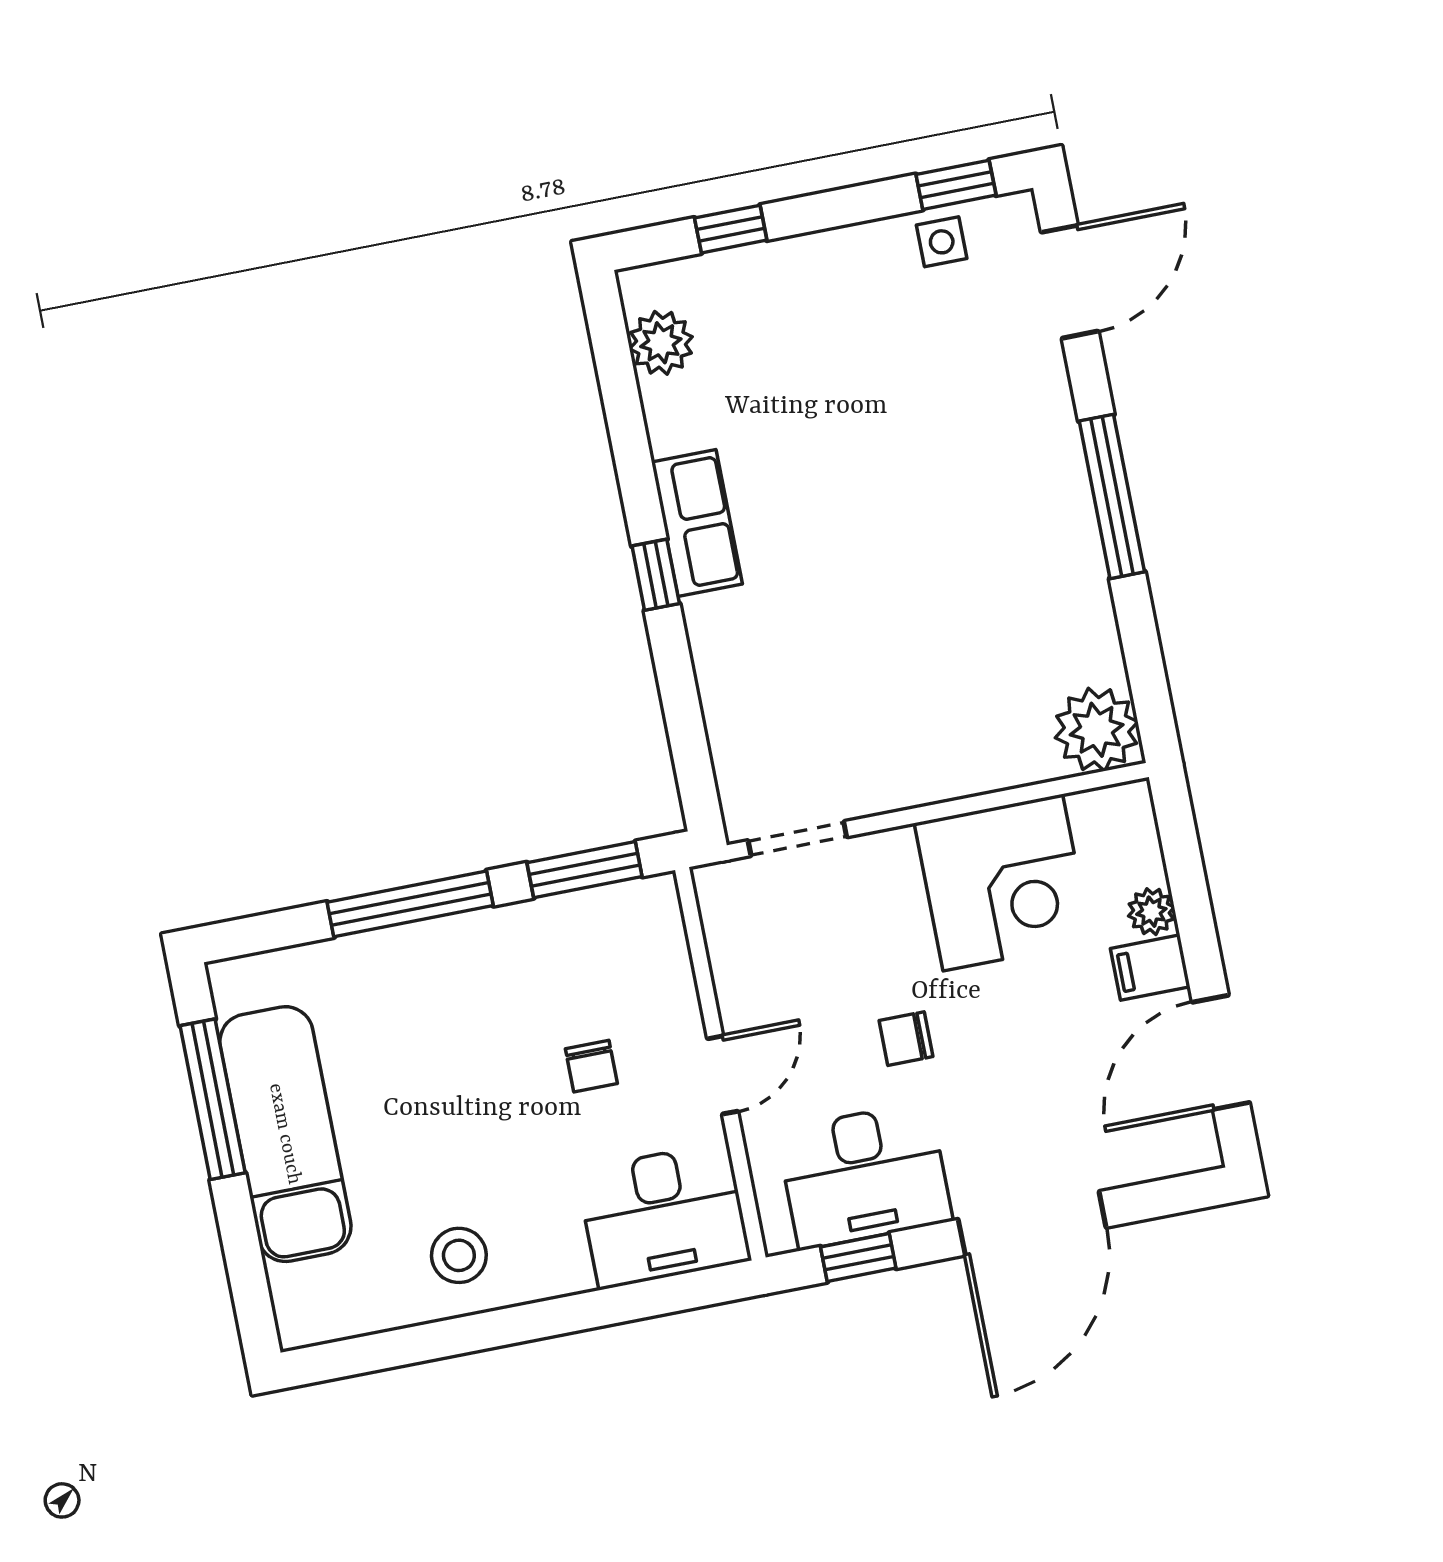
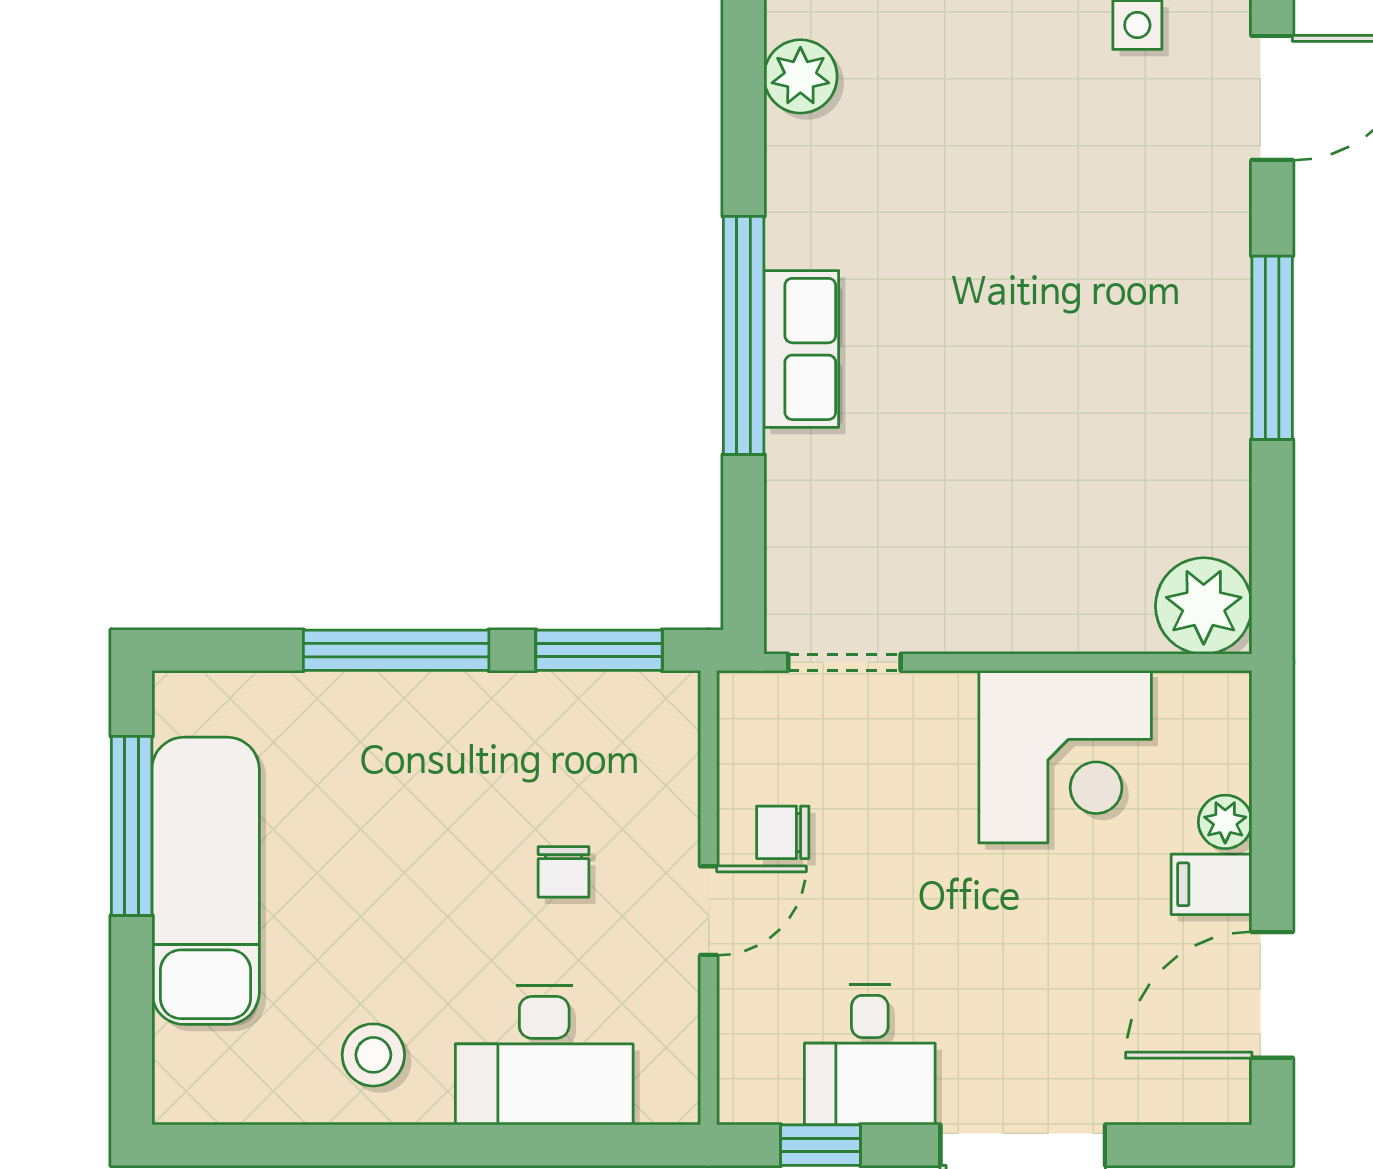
row of seats: (697, 523) -> (801, 349), moved
window: (656, 575) -> (744, 335), width x3.17
chair: (906, 1039) -> (783, 832), moved
desk: (864, 1175) -> (870, 1054), width x0.73
desk: (664, 1215) -> (544, 1055), moved

